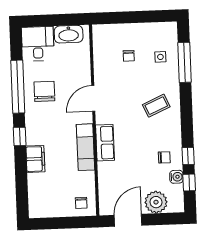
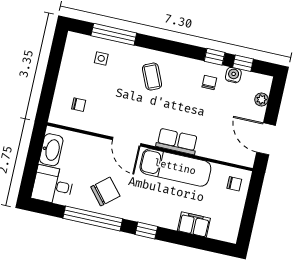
chair: (129, 56) -> (79, 105), moved
chair: (44, 91) -> (105, 192), turned 140
exam couch: (85, 147) -> (175, 167), width x1.36, depth x1.45
filing cabinet: (35, 159) -> (194, 224), moved
plant: (156, 202) -> (261, 100), width x0.53, depth x0.53

